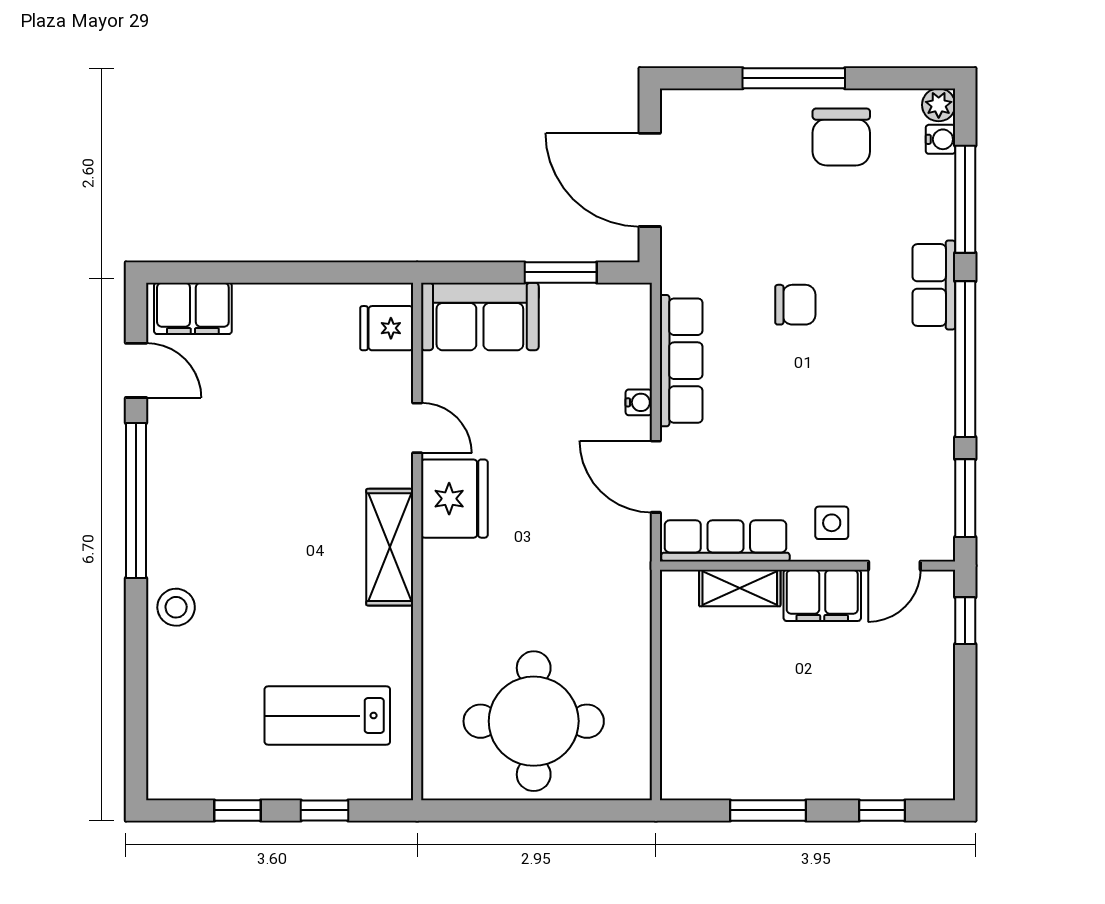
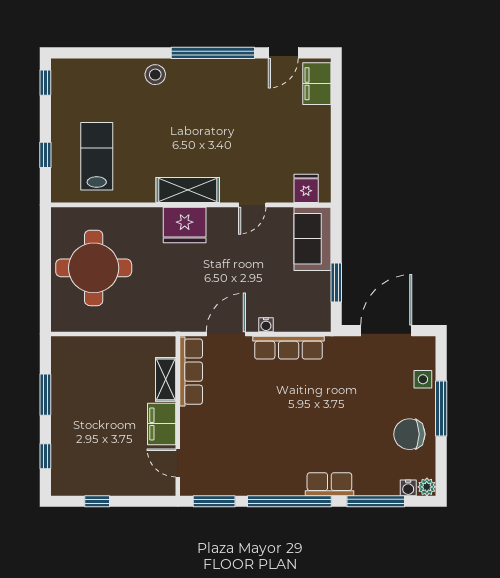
chair: (795, 305) -> (319, 409), removed
fridge: (454, 499) -> (185, 225), moved
side table: (832, 523) -> (423, 379), moved
window: (965, 621) -> (97, 501), moved
window: (238, 810) -> (45, 83), moved

